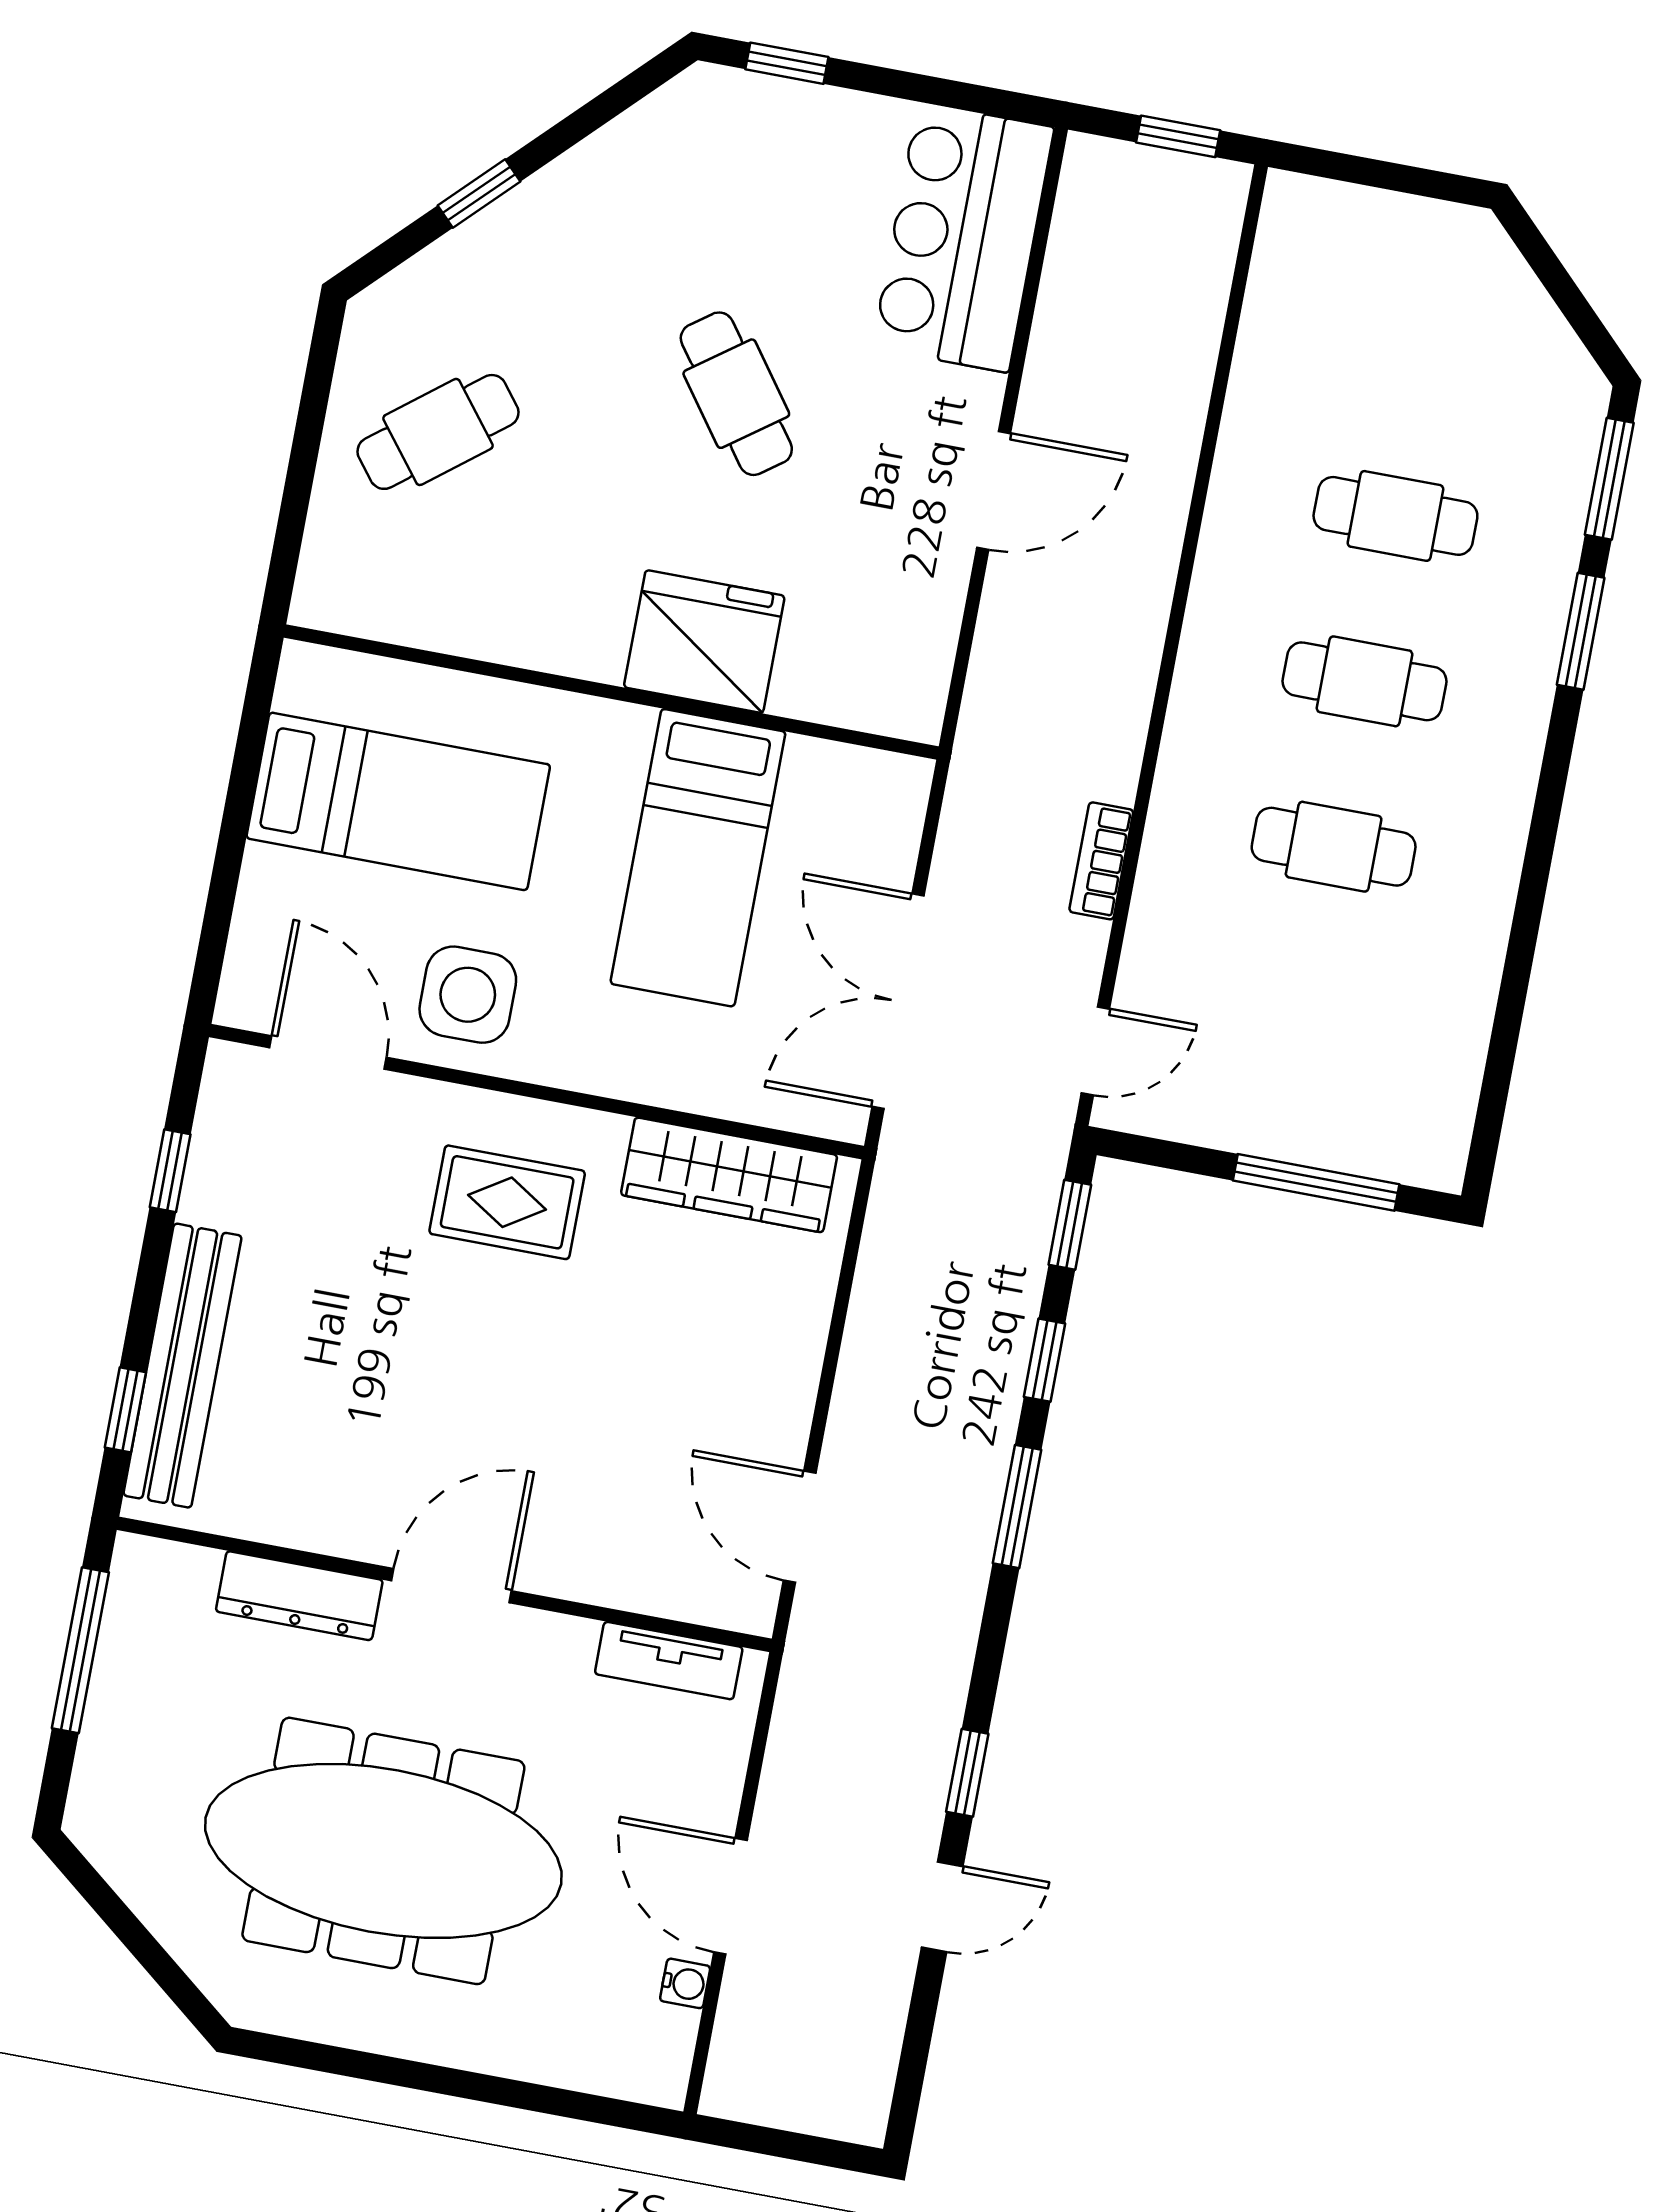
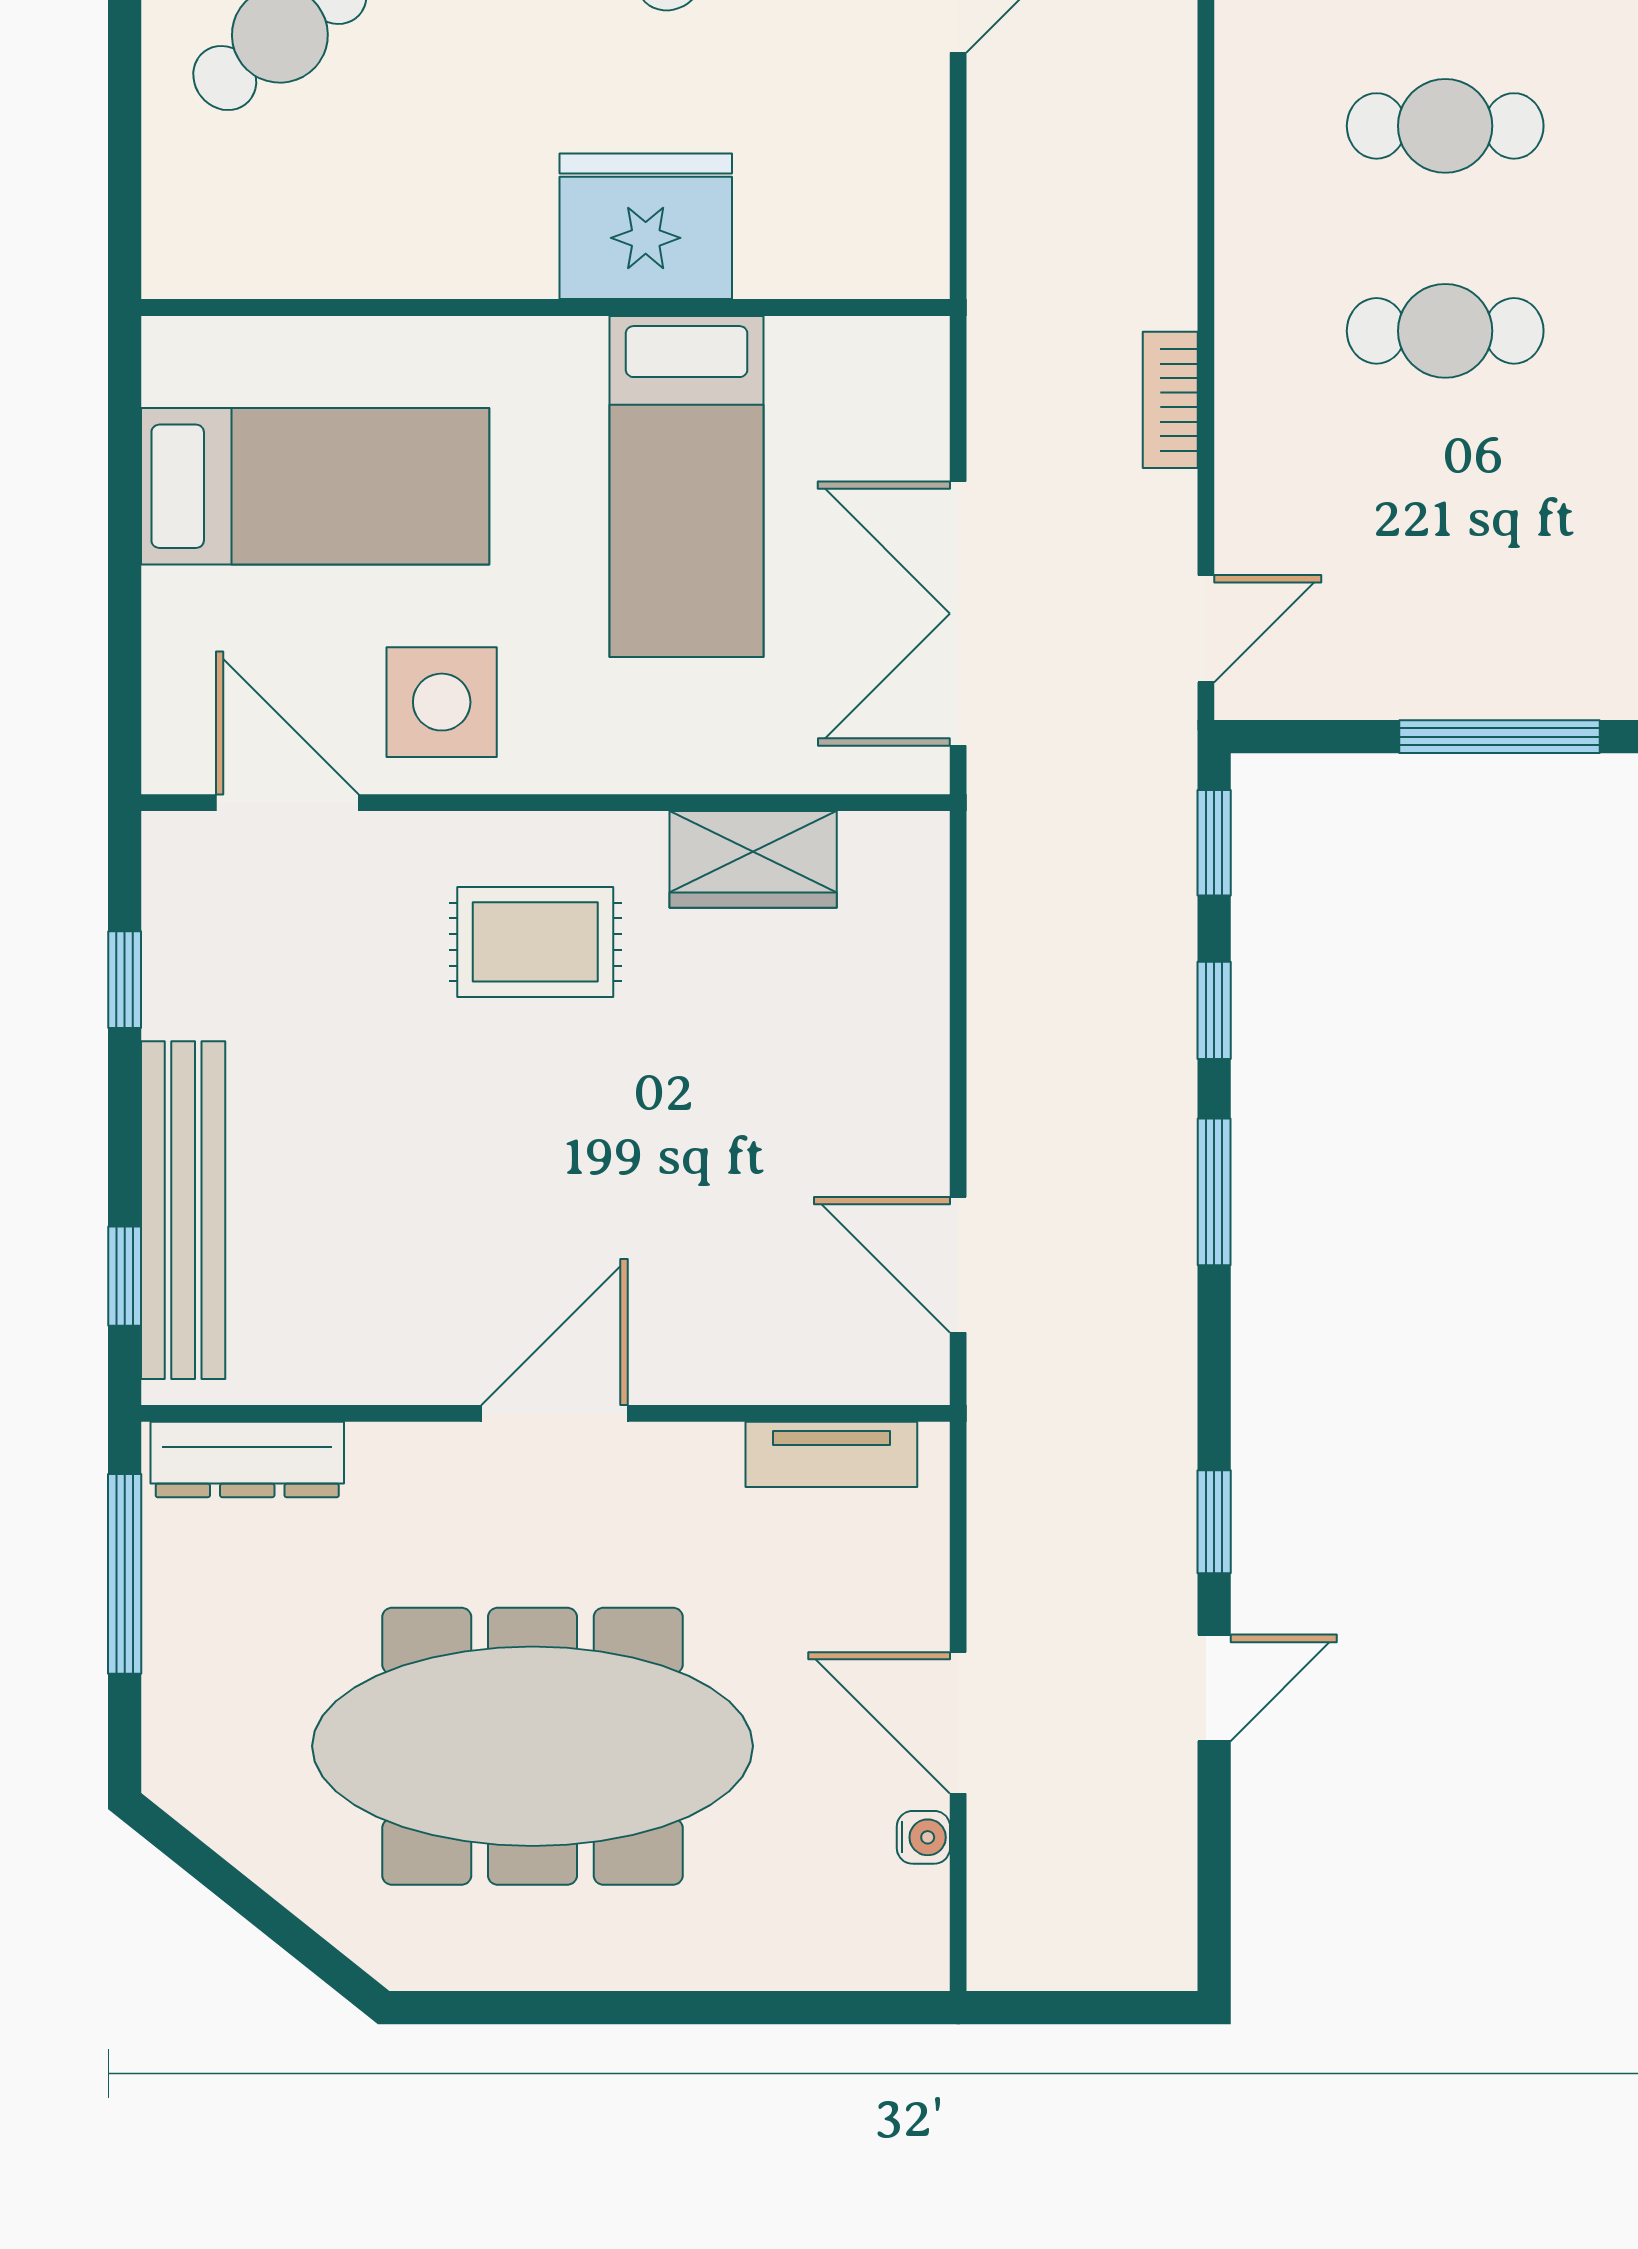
wardrobe: (729, 1175) -> (753, 859), width x0.67
dresser: (299, 1596) -> (247, 1459), moved

